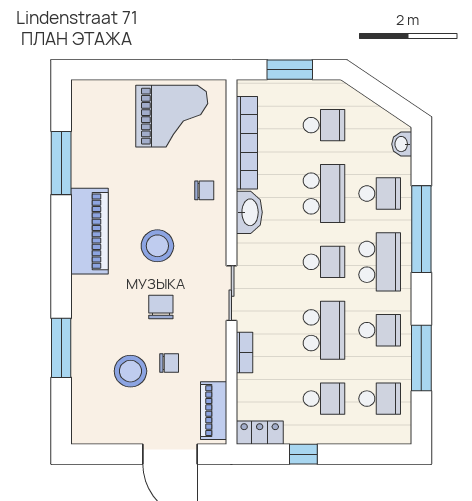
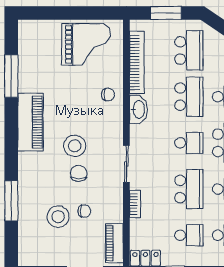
school desk: (324, 125) -> (189, 50), width x1.85
stool: (157, 246) -> (75, 146), moved

